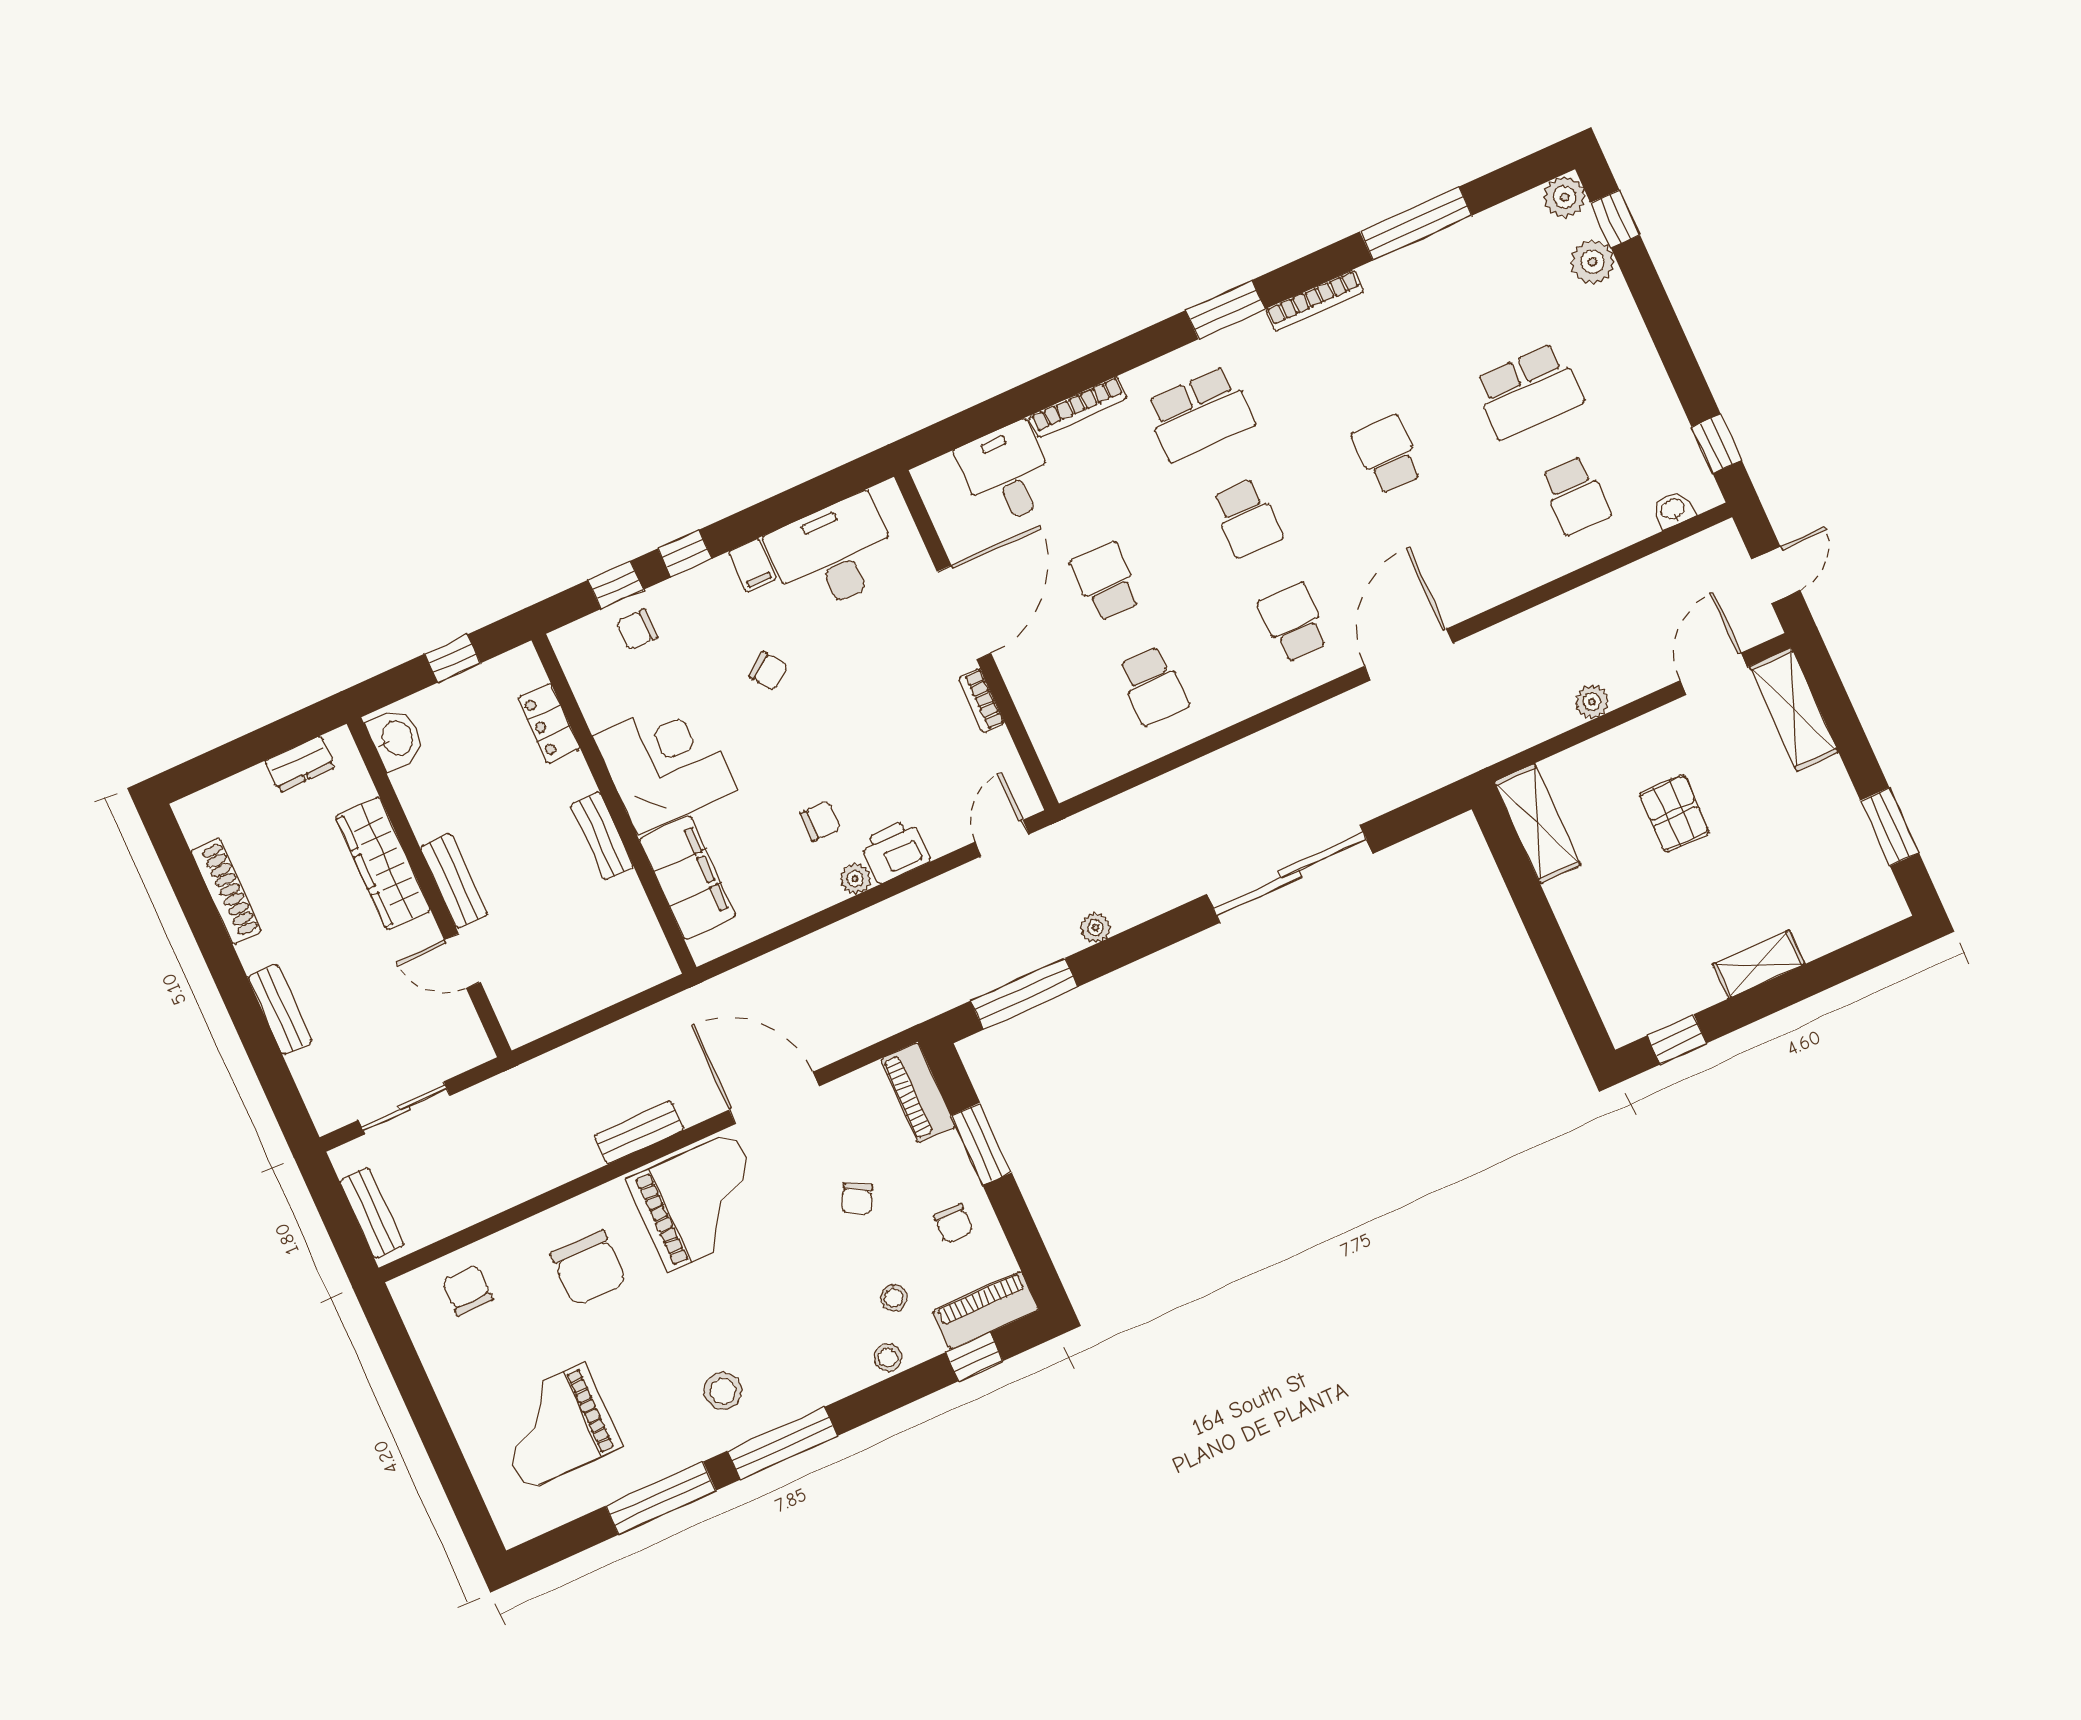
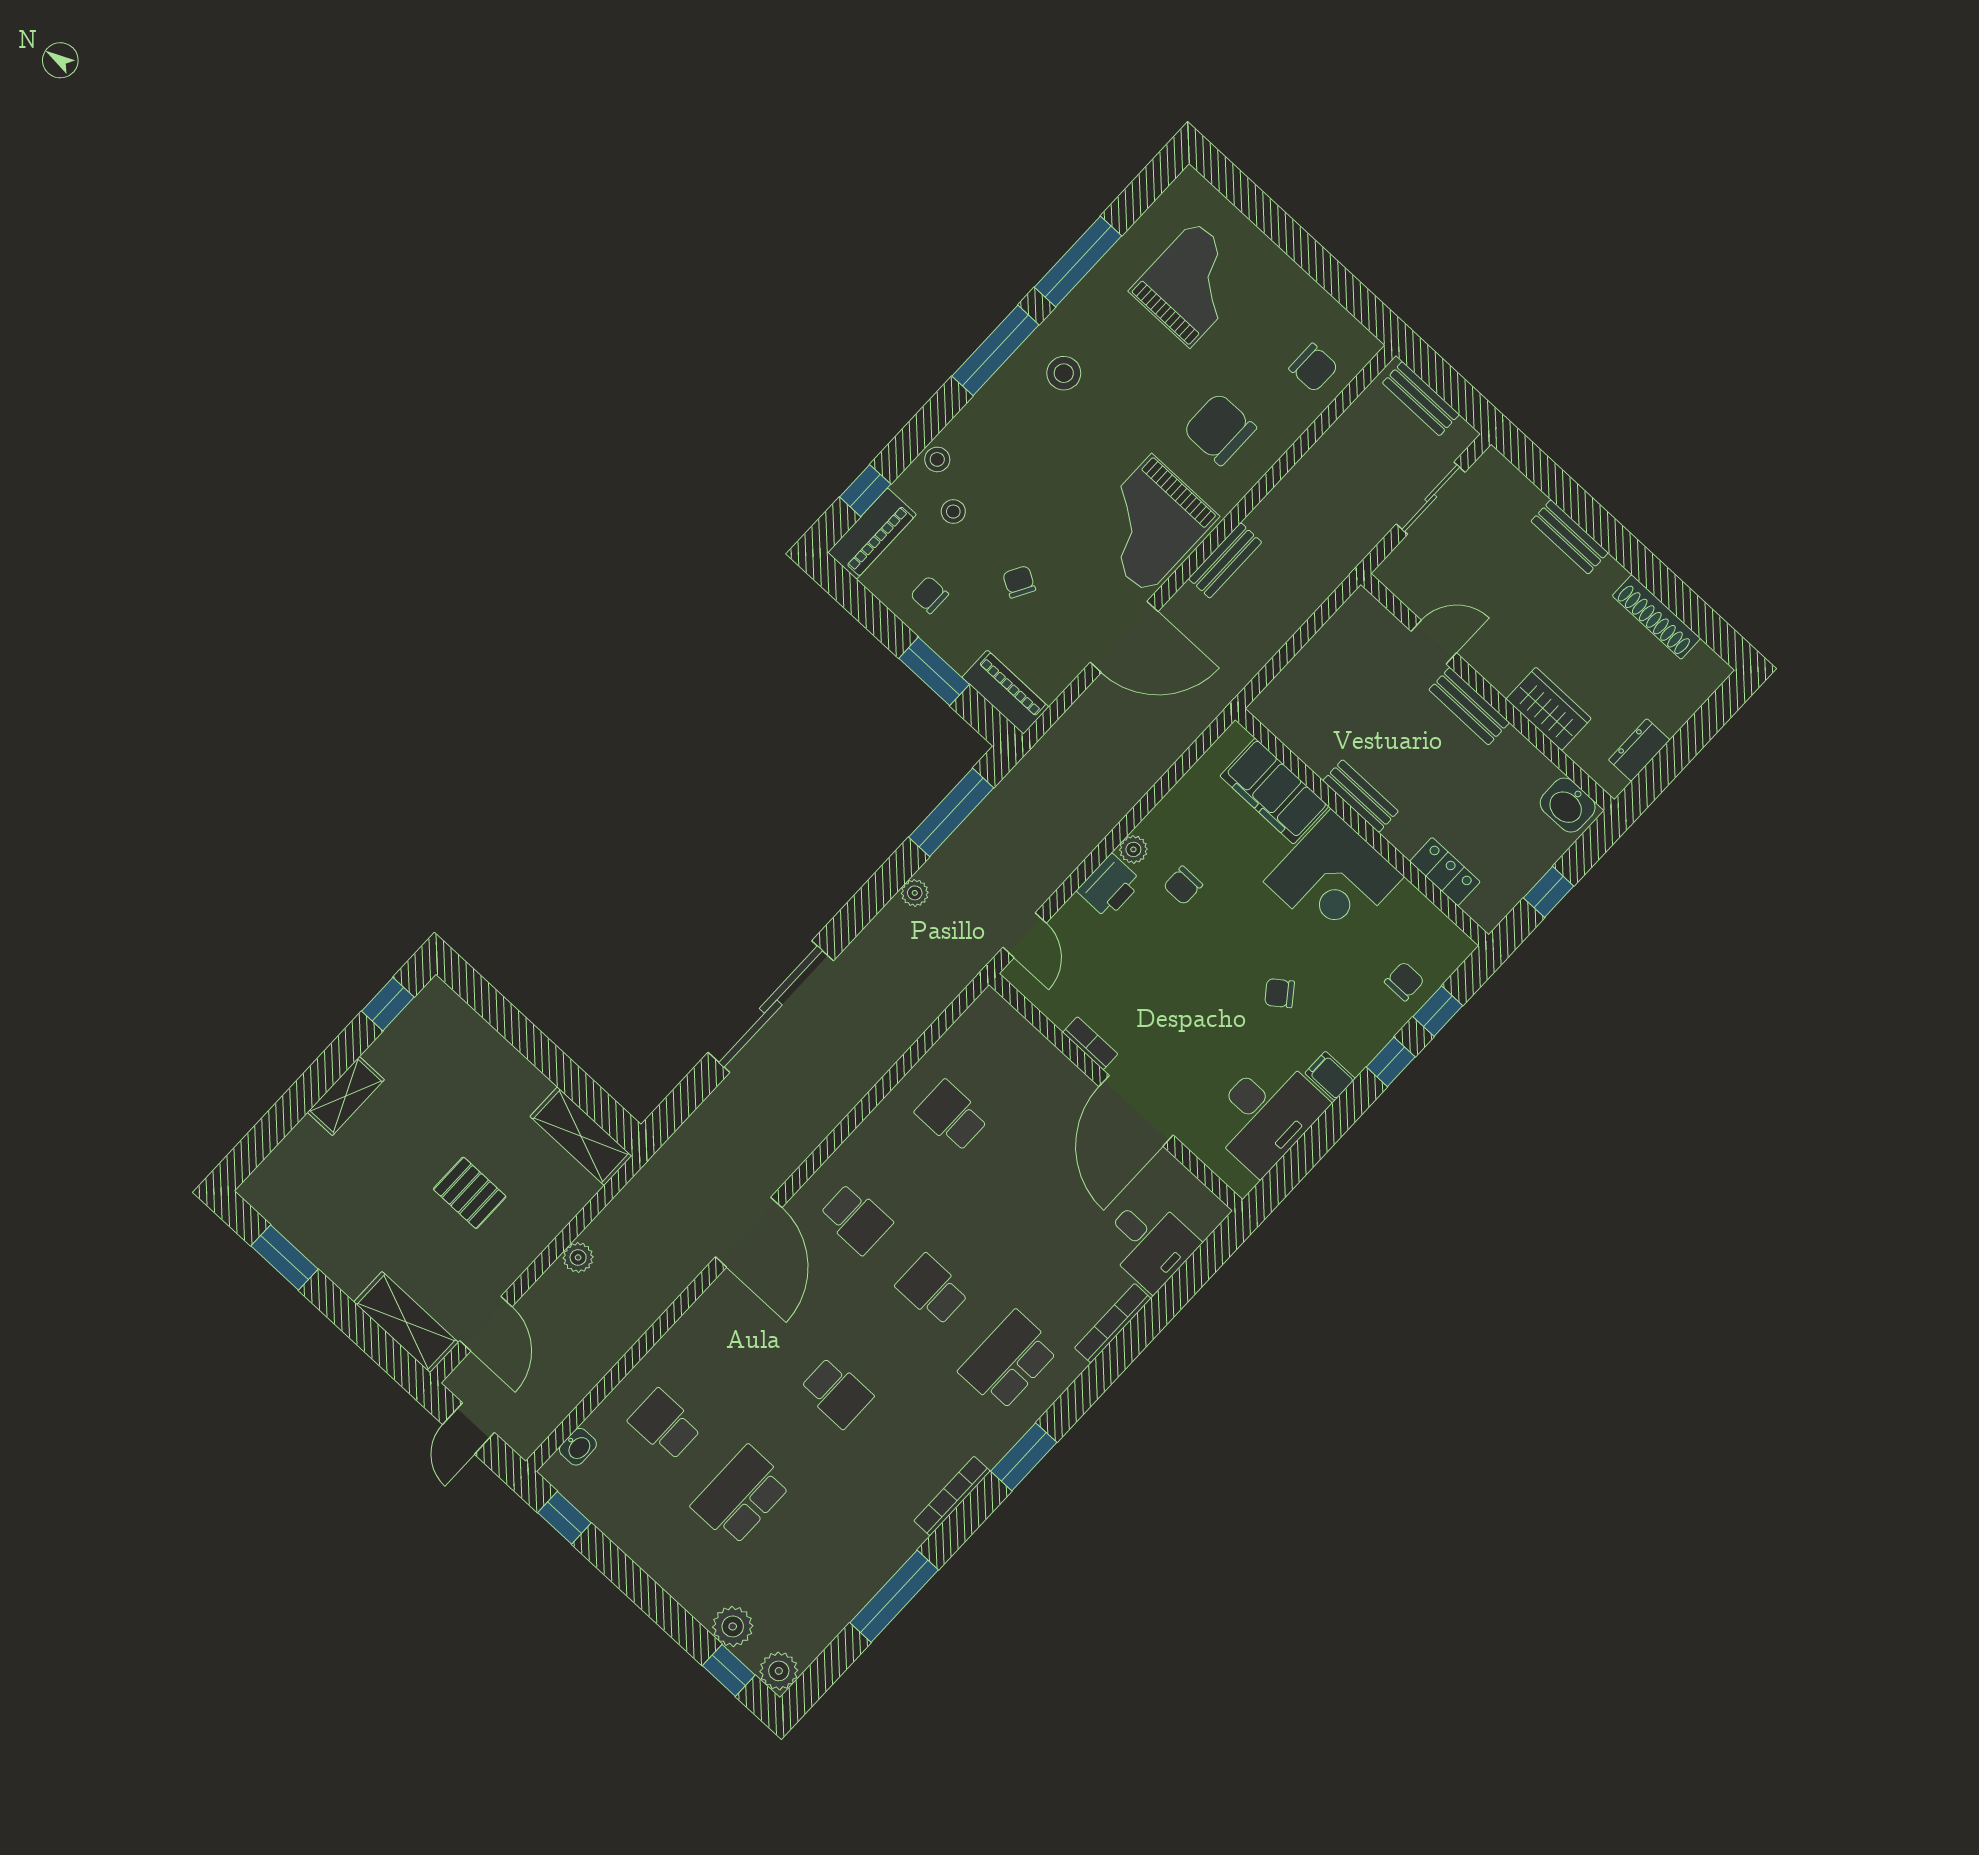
school desk: (1106, 582) -> (1028, 1187), removed
wardrobe: (383, 863) -> (1549, 709), width x0.67

